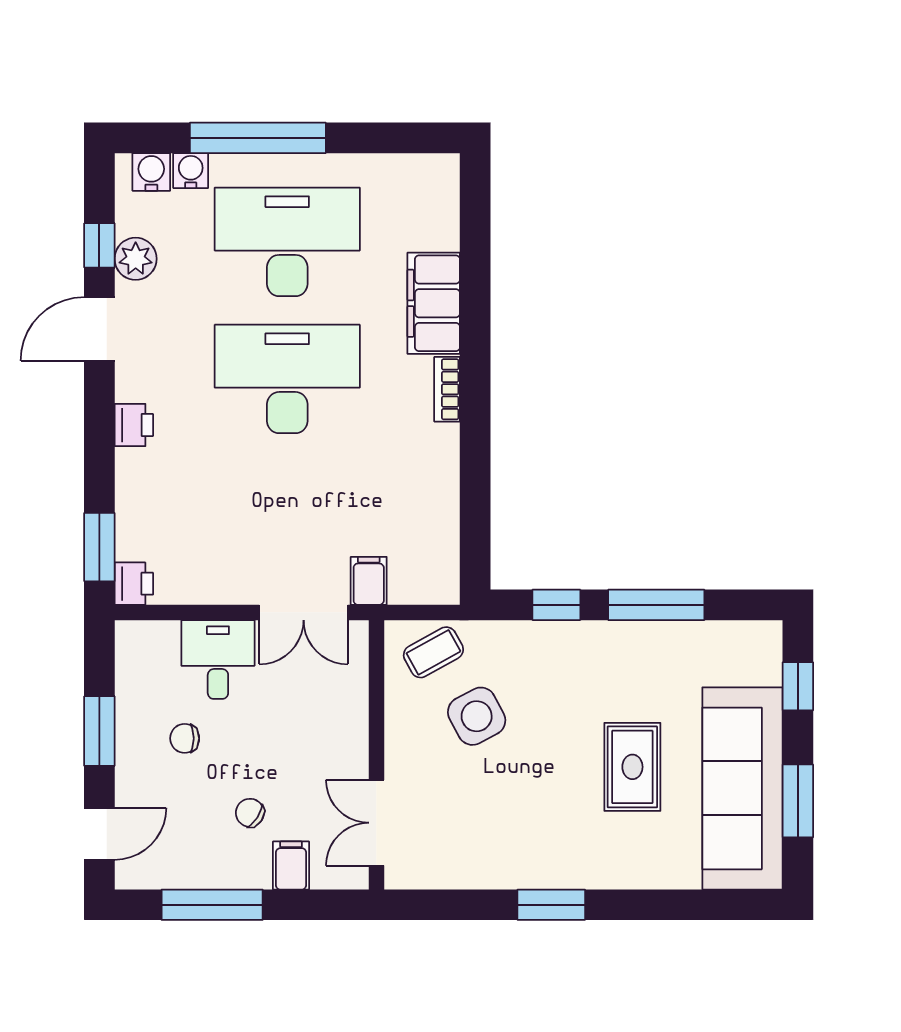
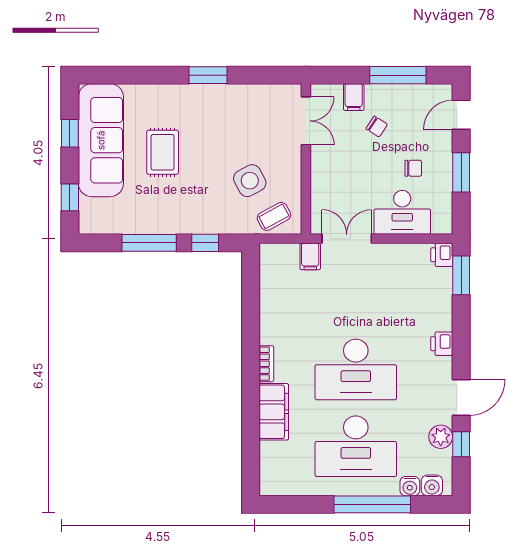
desk: (218, 659) -> (402, 212), width x1.37
window: (798, 801) -> (70, 133), width x0.67

